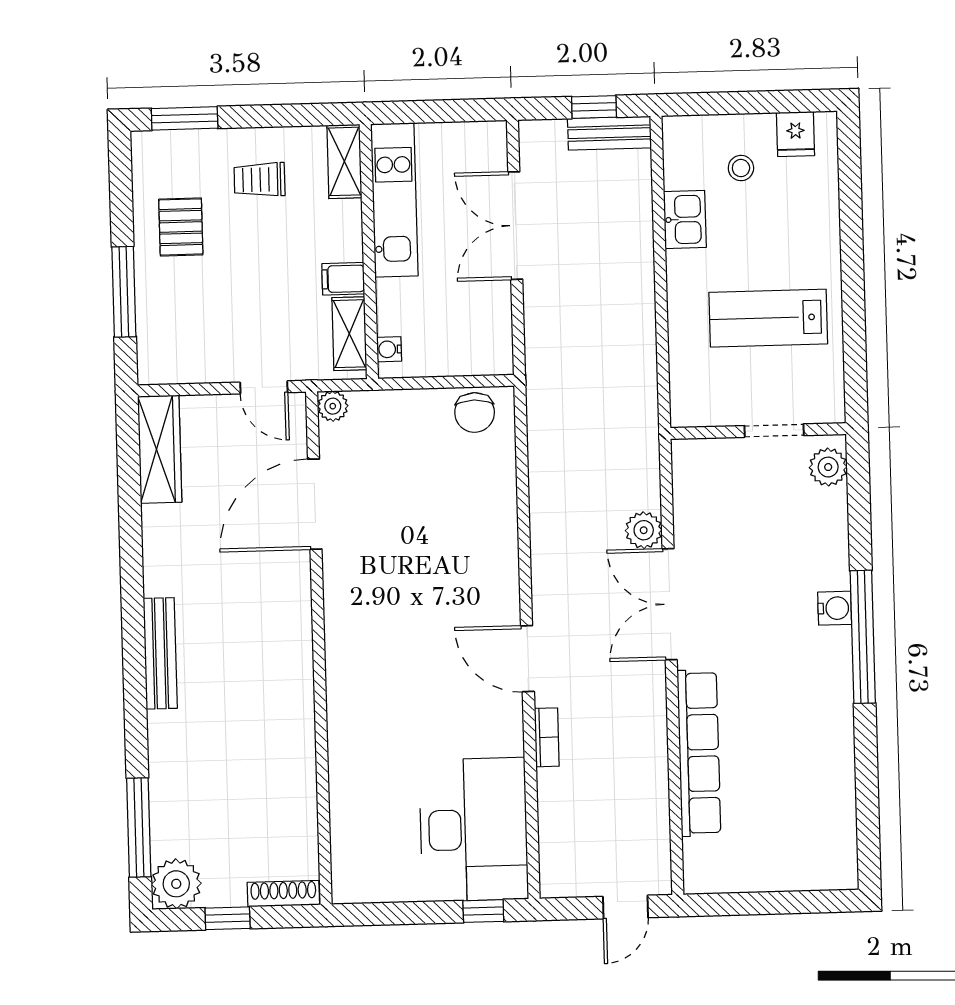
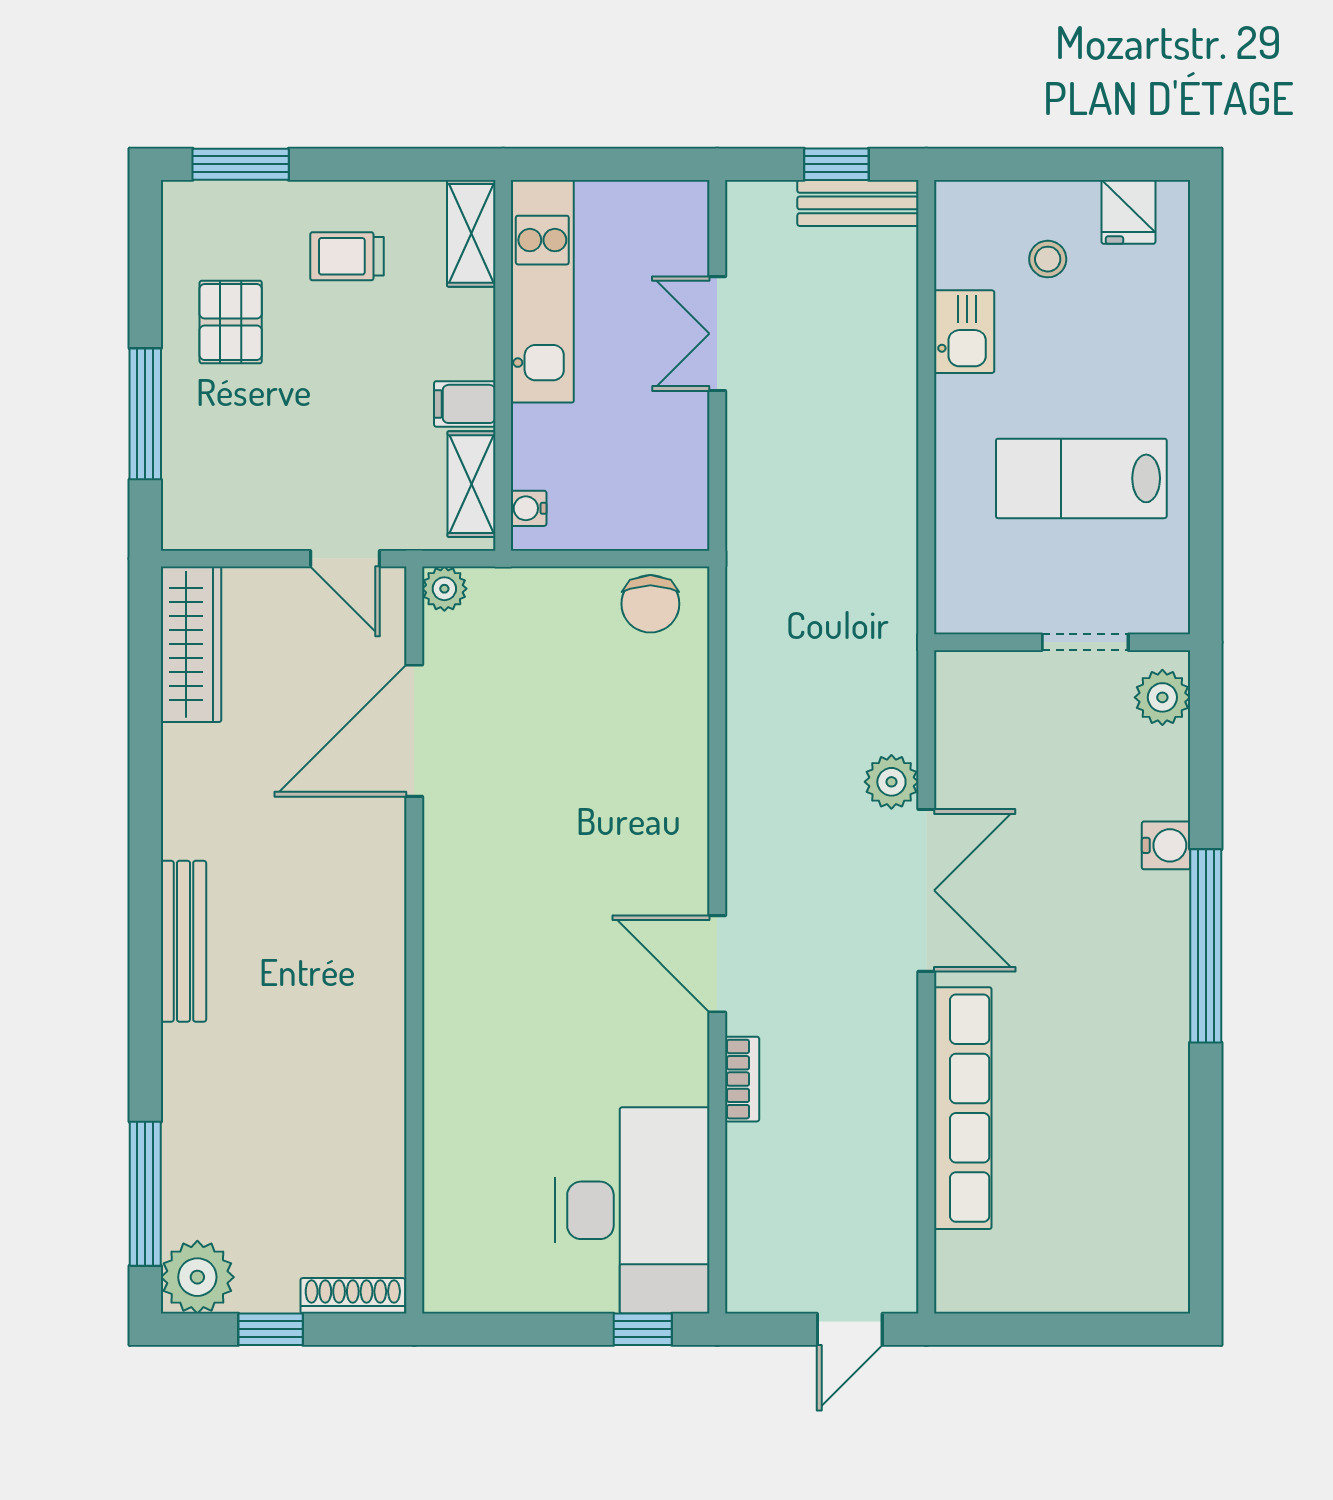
double door: (515, 226) -> (717, 334), width x0.73
double door: (670, 604) -> (926, 890), swing flipped
water cooler: (835, 608) -> (1166, 845), moved

